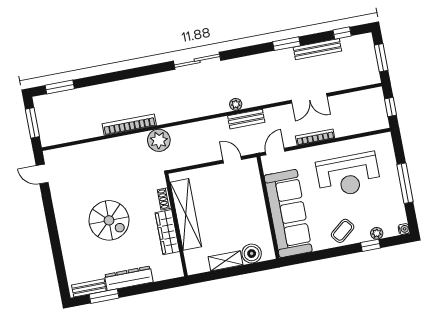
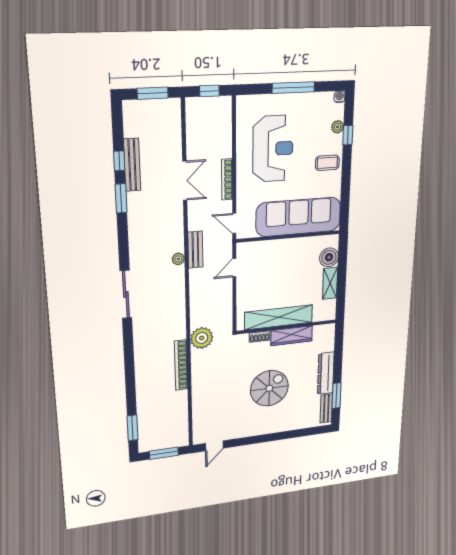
window: (342, 33) -> (119, 161), moved
coffee table: (343, 231) -> (327, 163), turned -51

